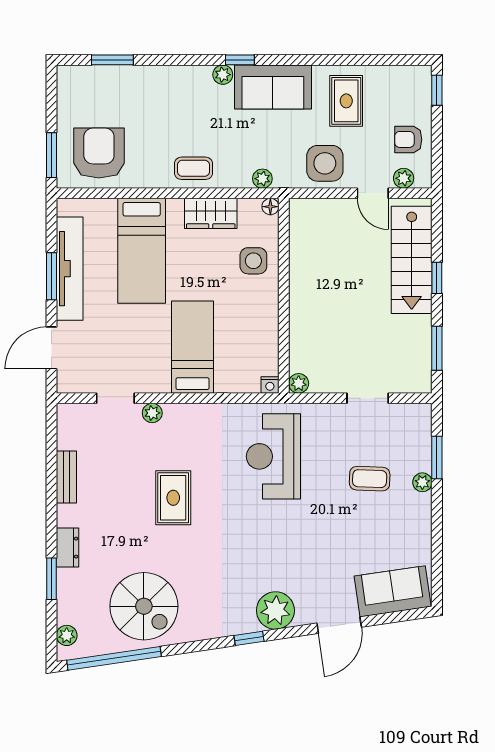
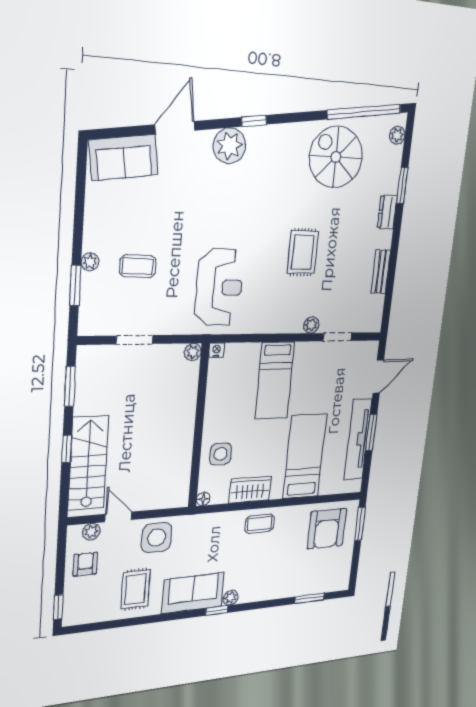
armchair: (408, 139) -> (85, 564), turned -90
plant: (262, 179) -> (208, 521), removed

